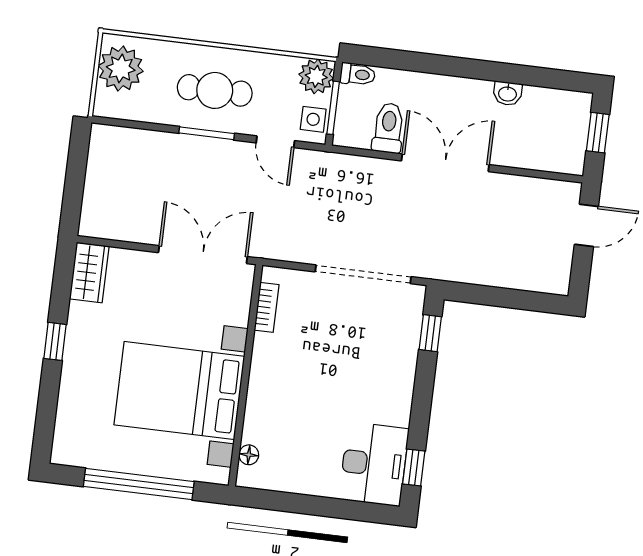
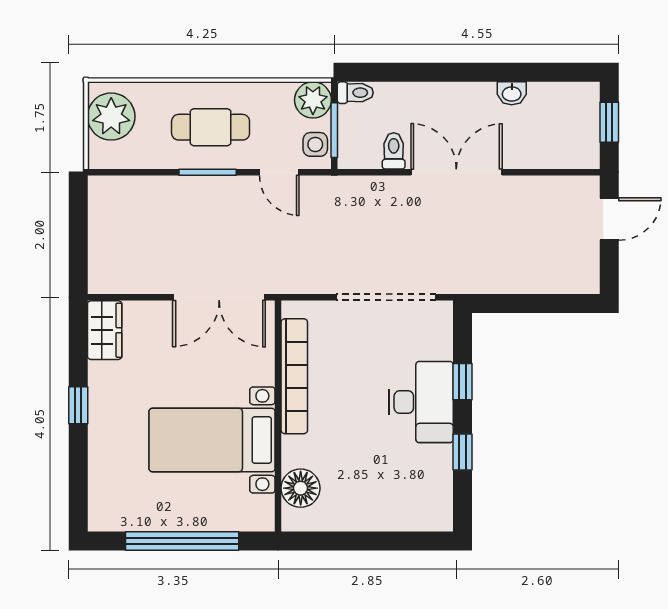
toilet: (388, 128) -> (394, 151), width x0.73, depth x0.72
double door: (203, 255) -> (219, 297), swing flipped
bookcase: (267, 307) -> (294, 376), width x2.31, depth x1.31
window: (430, 333) -> (462, 382), moved
bed with nightstands: (179, 391) -> (212, 440), width x0.73
floor lamp: (249, 455) -> (301, 488), width x1.89, depth x1.89
desk: (374, 464) -> (421, 402), moved
window: (414, 467) -> (462, 452), moved

